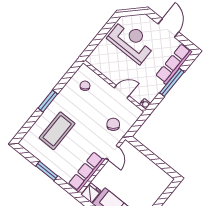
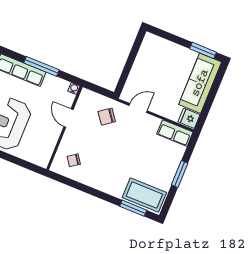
window: (48, 101) -> (133, 208), moved
coffee table: (57, 131) -> (144, 195), moved
row of seats: (87, 172) -> (175, 133), width x0.68

